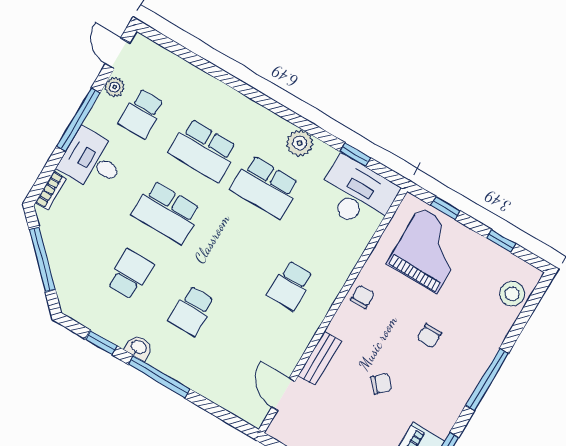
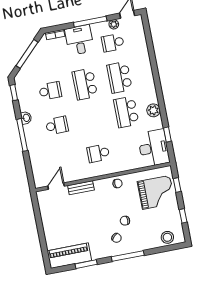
school desk: (192, 311) -> (57, 125), turned 180
window: (101, 343) -> (14, 93), moved
chair: (381, 384) -> (117, 238), moved

